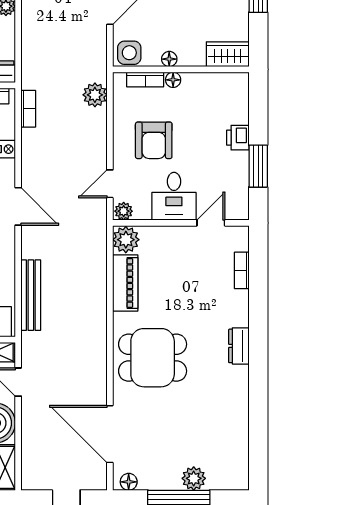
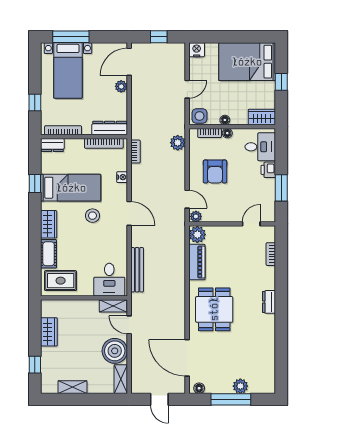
door: (110, 184) -> (187, 199), swing flipped
desk: (174, 196) -> (260, 147), moved, turned -90
dining table: (153, 358) -> (214, 309), turned 90

